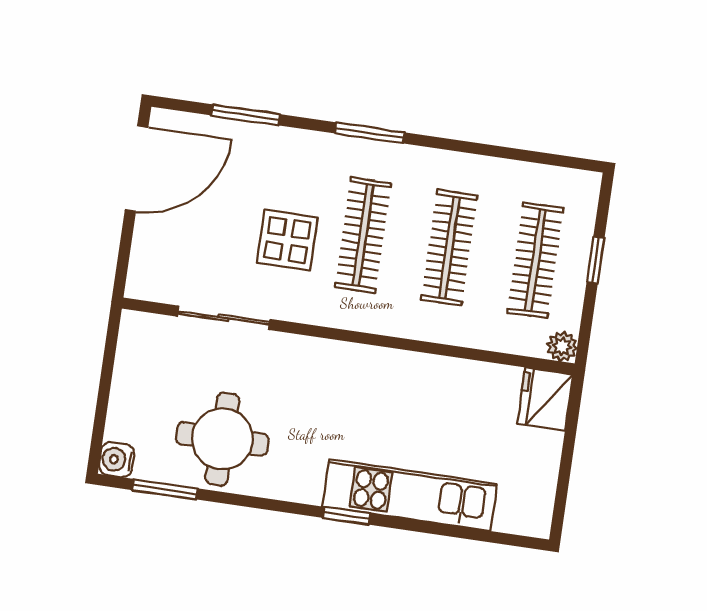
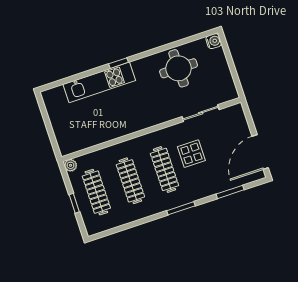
fridge: (545, 399) -> (67, 143), removed
window: (165, 489) -> (190, 39), removed

